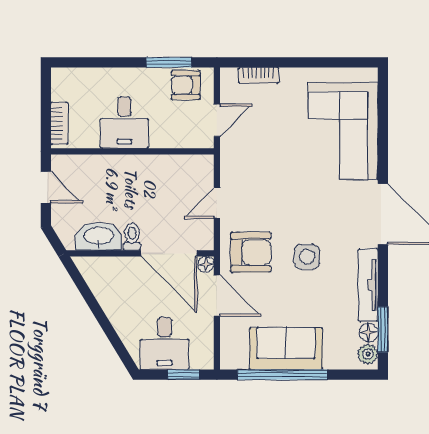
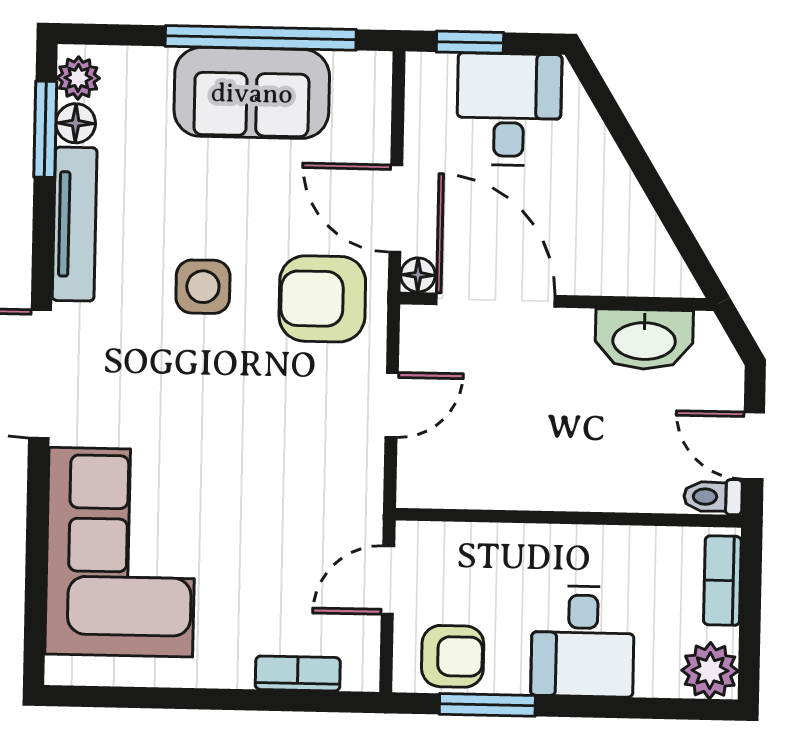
plant: (64, 81) -> (710, 671), added
desk: (124, 123) -> (583, 641), moved, turned 180
toilet: (132, 237) -> (713, 497), moved, turned 90

